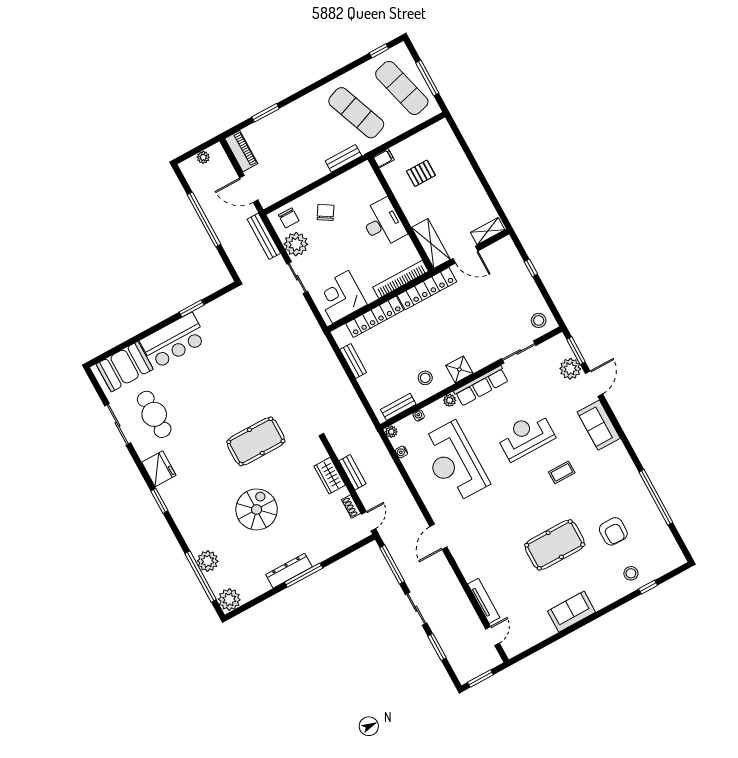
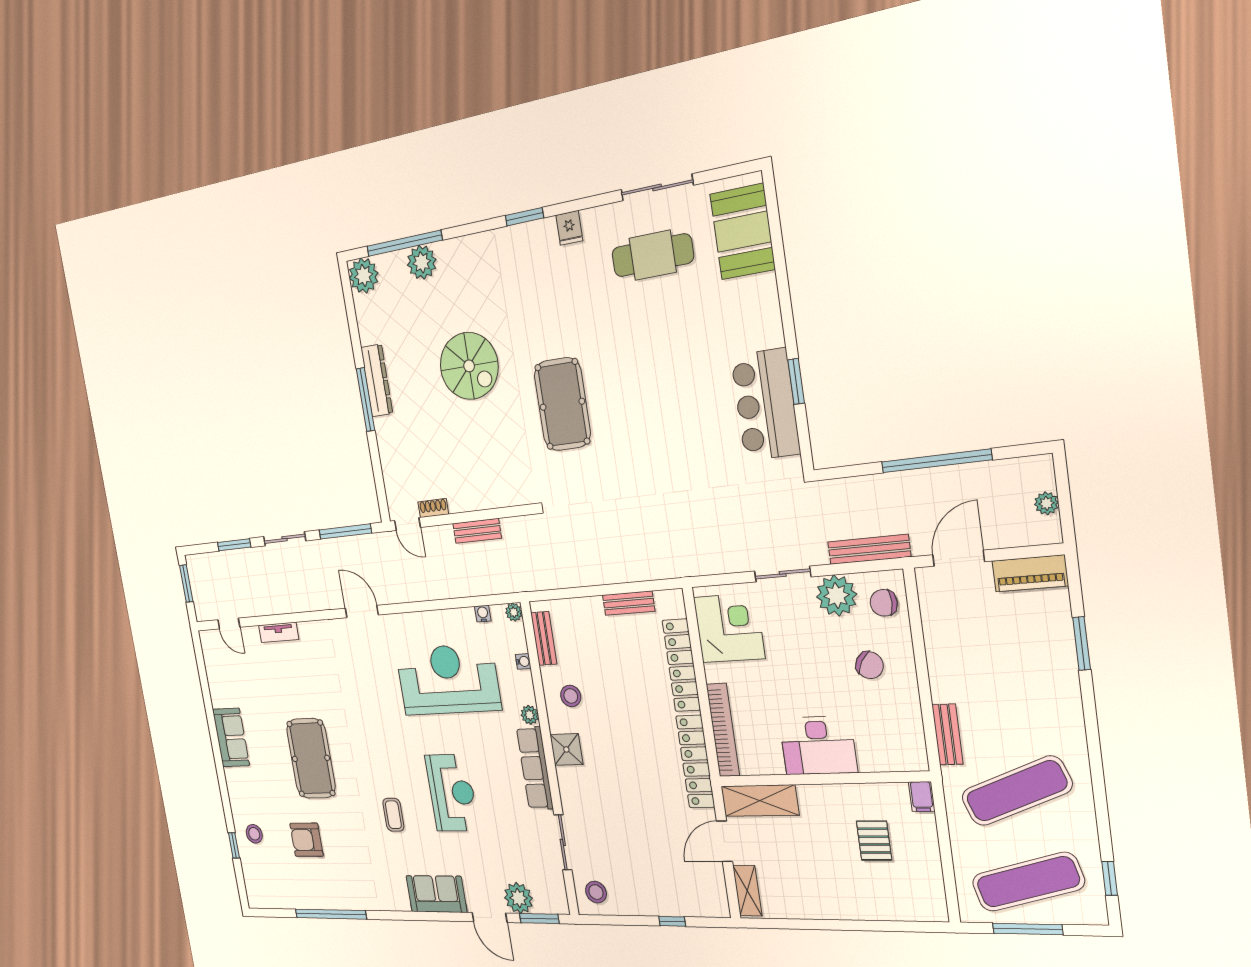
bar counter: (174, 341) -> (765, 405), moved
fridge: (159, 469) -> (569, 228), width x0.53, depth x0.75
wardrobe: (330, 476) -> (482, 495), removed
tv unit: (484, 601) -> (279, 632), width x0.71

